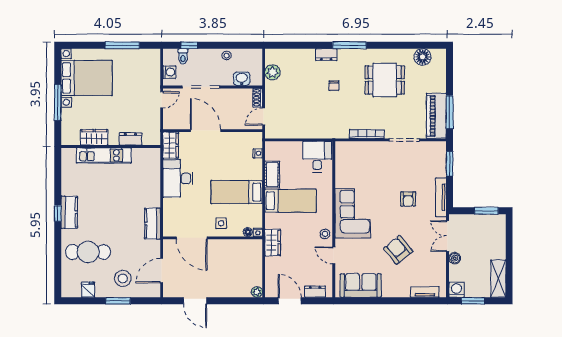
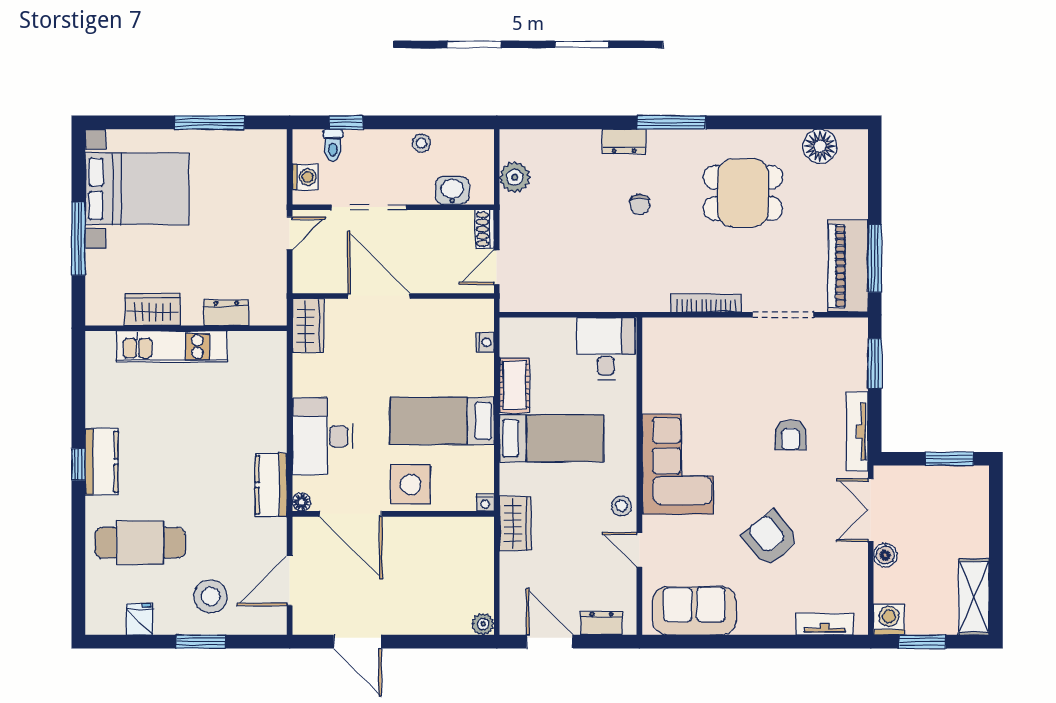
desk: (178, 178) -> (322, 436), moved
side table: (221, 223) -> (411, 484), width x1.87, depth x1.87
floor lamp: (248, 232) -> (301, 502), moved

